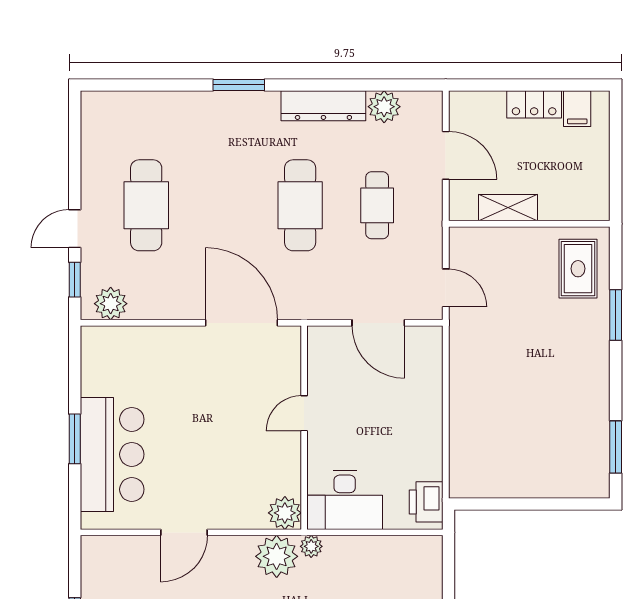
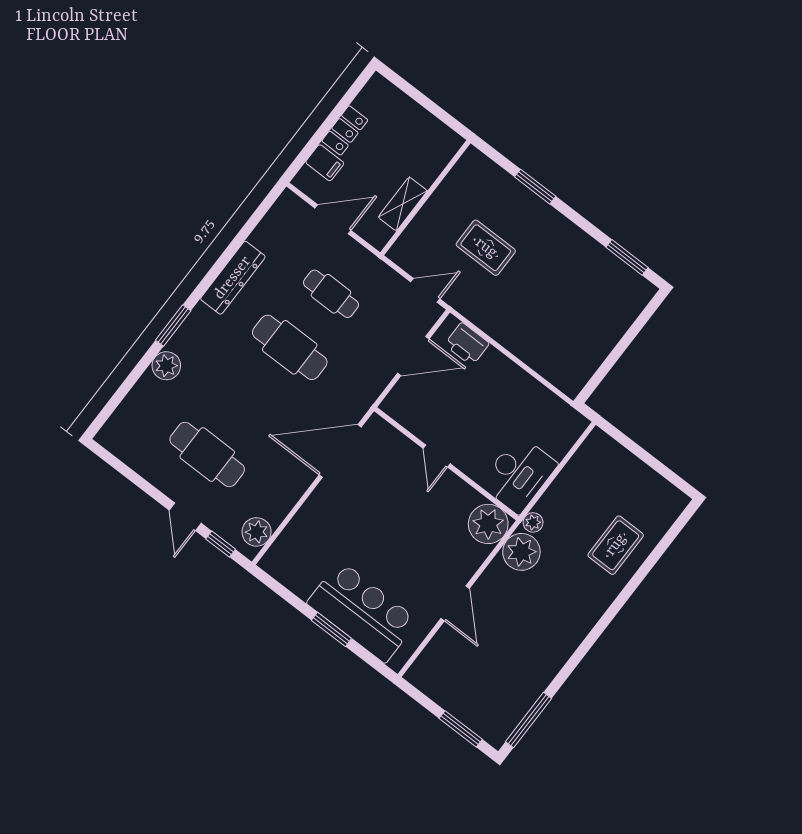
plant: (384, 107) -> (166, 366), moved
filing cabinet: (577, 109) -> (325, 163), moved
rug: (578, 269) -> (486, 248), moved
printer: (426, 502) -> (467, 344), moved
plant: (285, 513) -> (488, 524), width x1.36, depth x1.36

